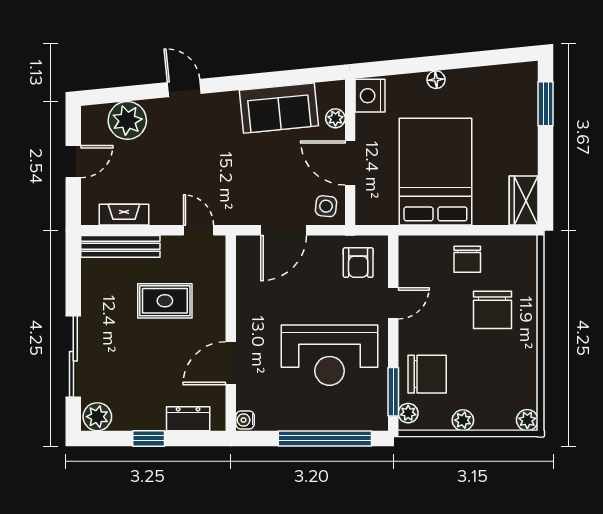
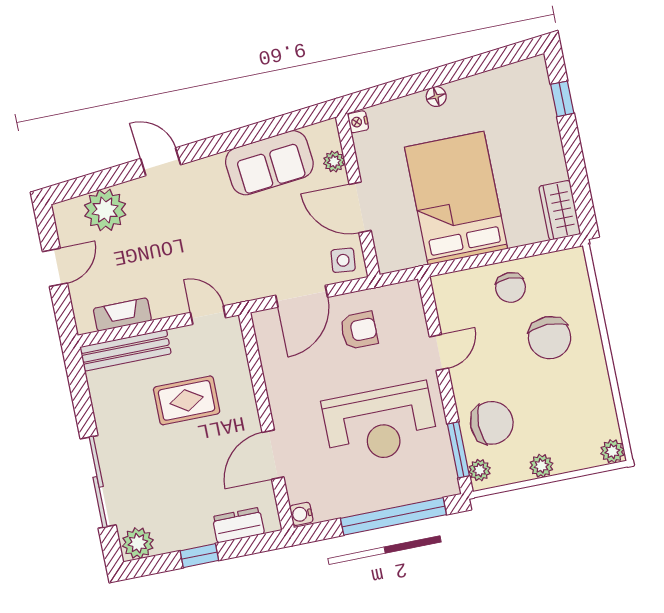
nightstand: (370, 96) -> (358, 122), width x0.53, depth x0.56
window: (546, 104) -> (562, 99), width x0.67
armchair: (358, 263) -> (359, 330), moved, turned -90

